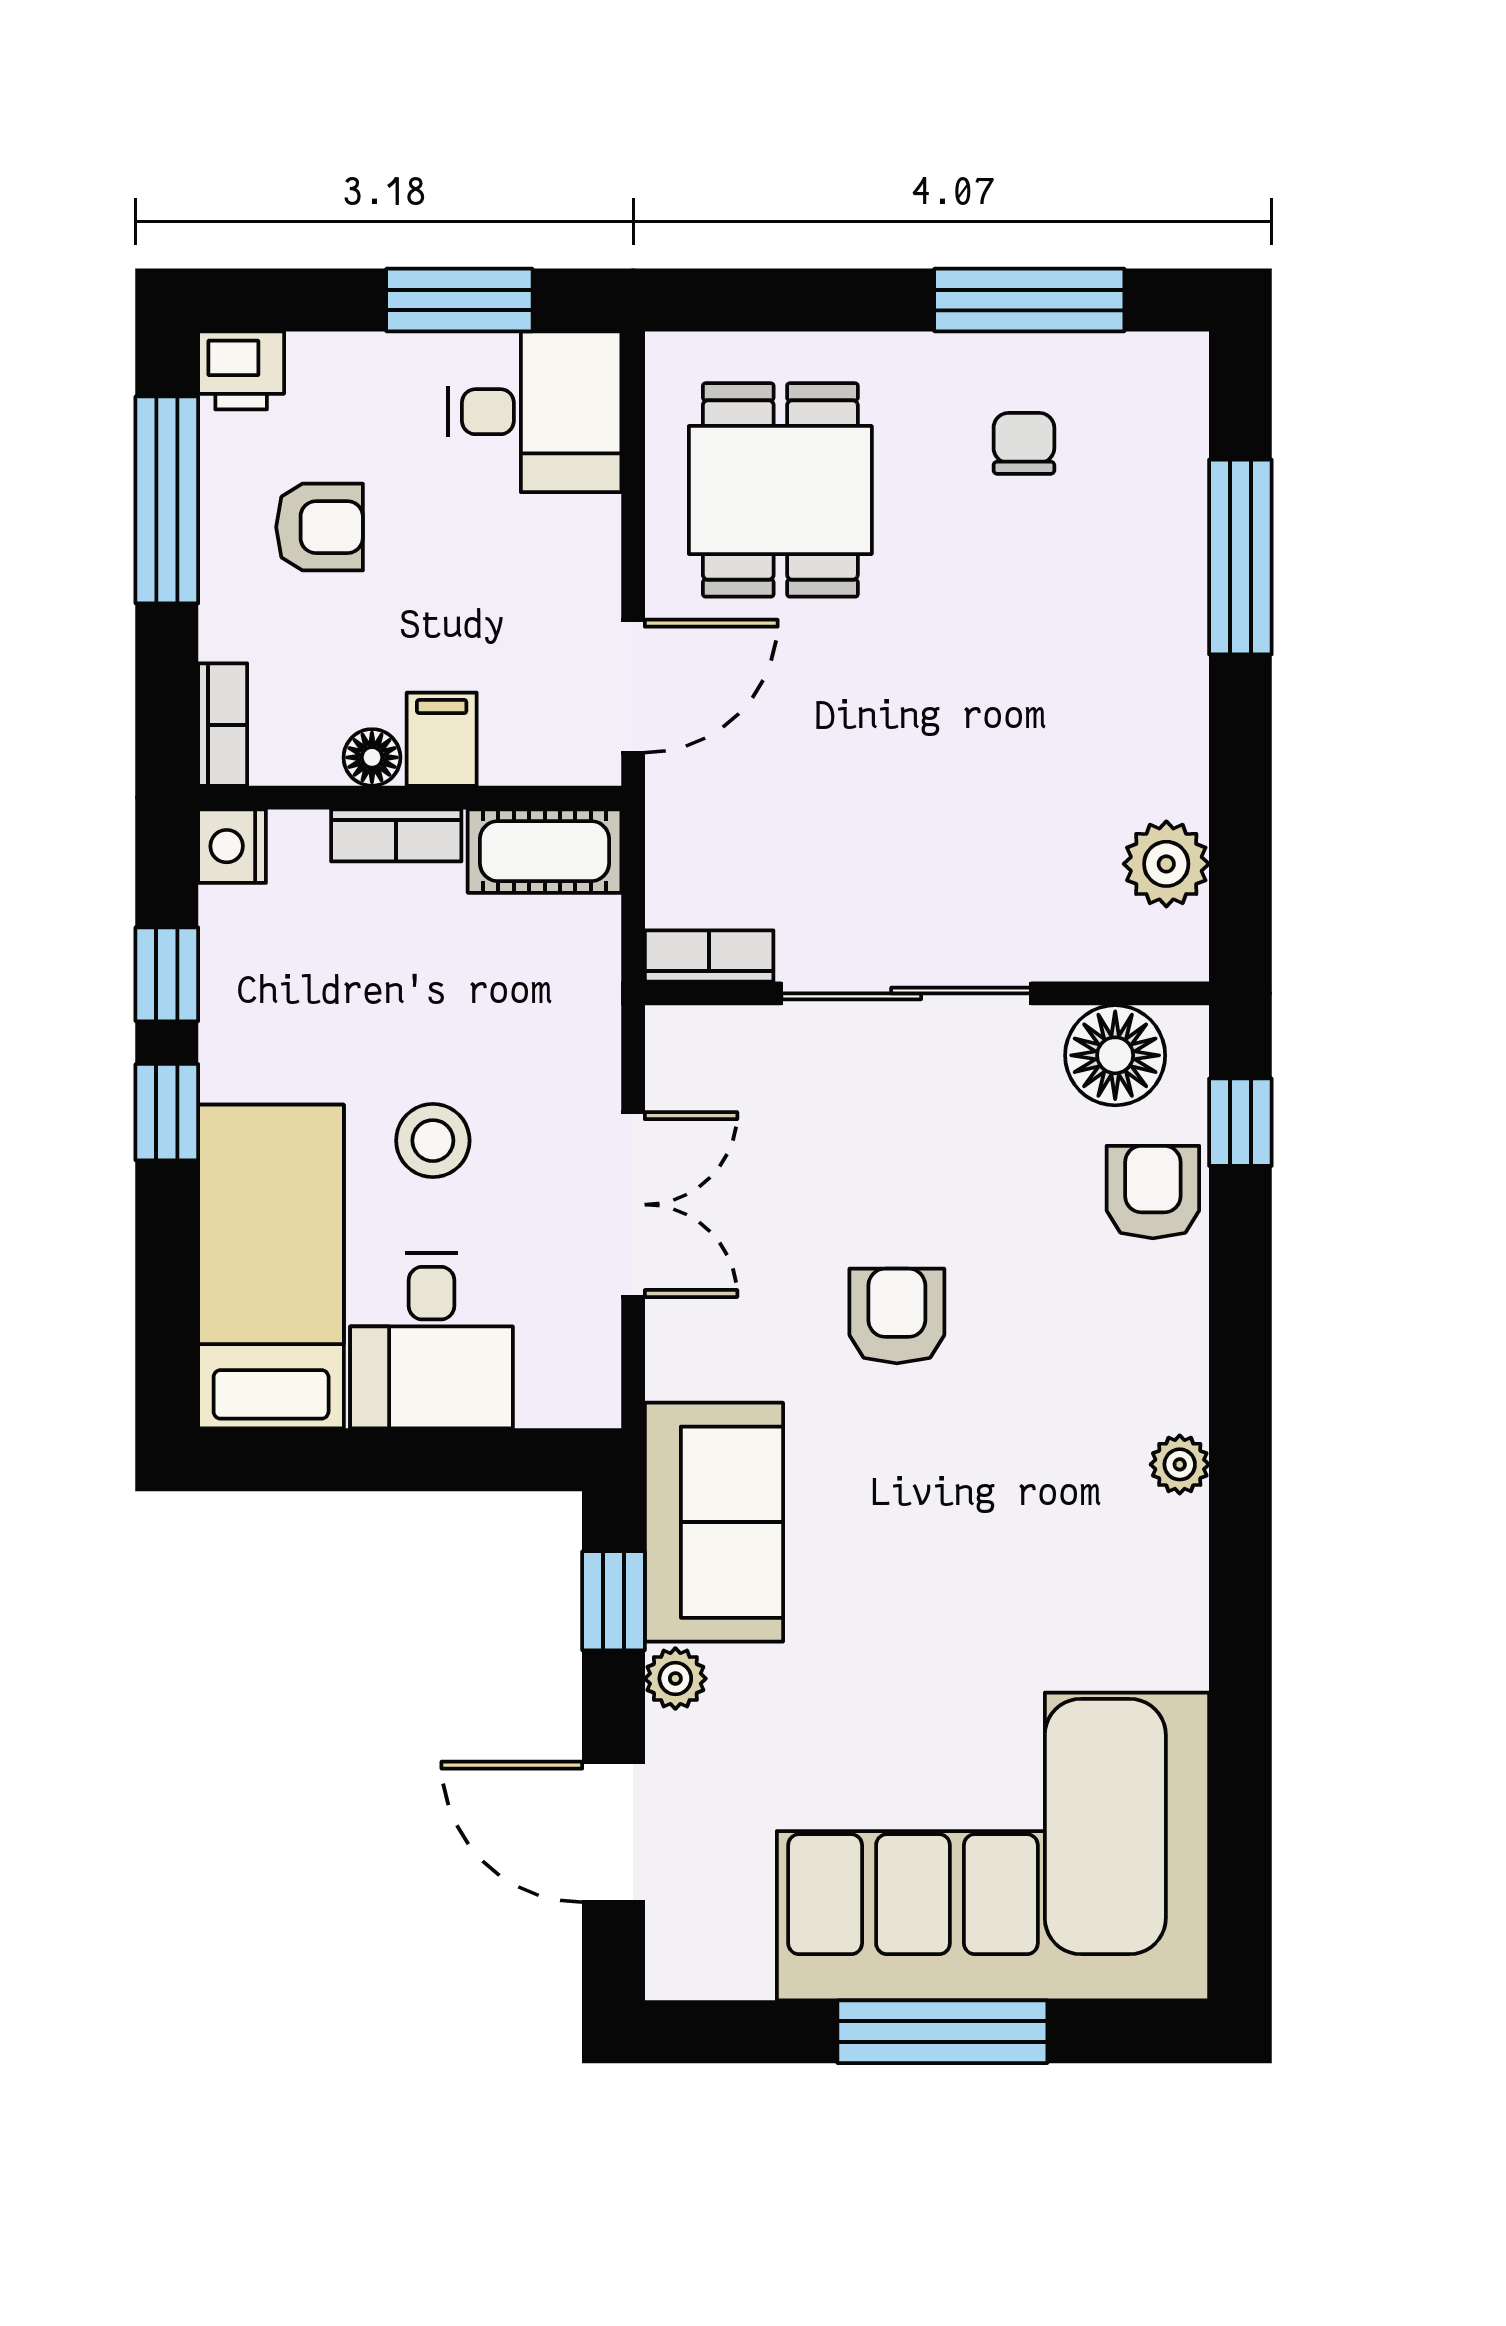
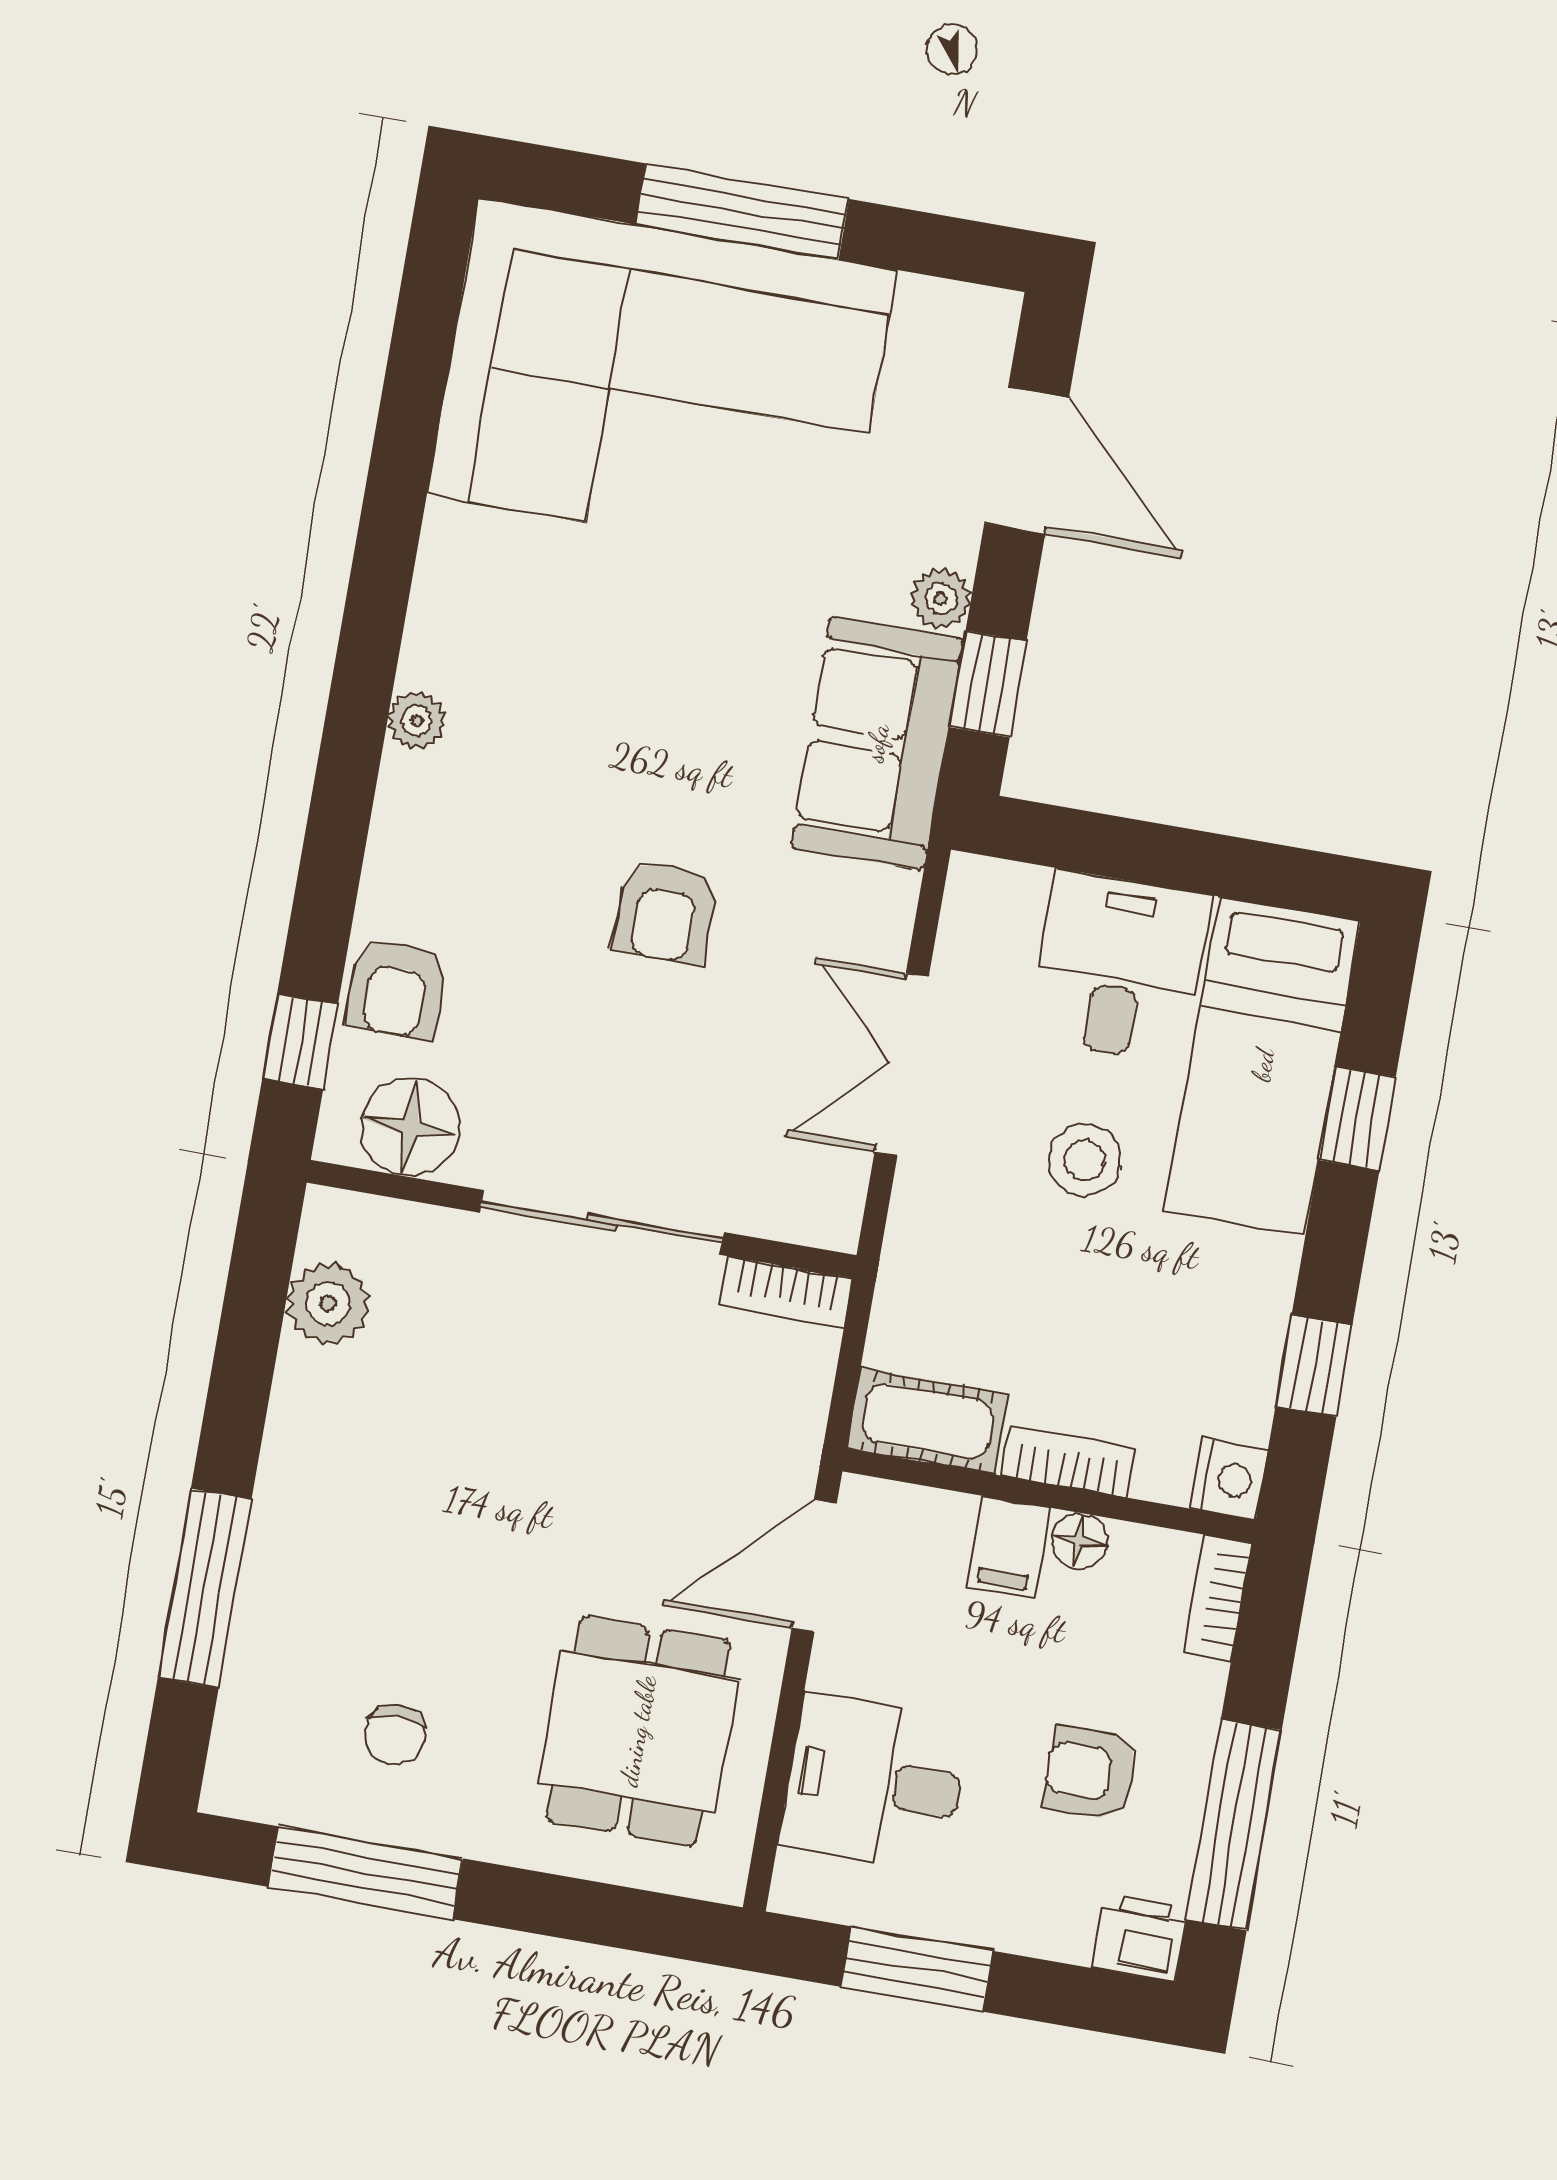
desk: (535, 412) -> (874, 1782), moved
window: (167, 1112) -> (1357, 1118), moved

